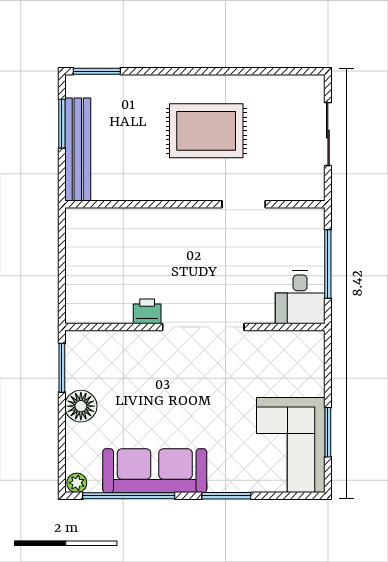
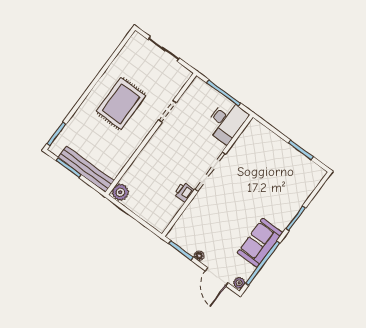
plant: (81, 222) -> (120, 192), added
desk: (300, 297) -> (226, 121), width x1.37
floor lamp: (81, 406) -> (199, 256), width x0.53, depth x0.53
door: (62, 445) -> (217, 277), added
corner sofa: (291, 445) -> (294, 171), removed
sofa: (155, 471) -> (260, 243), width x0.73

